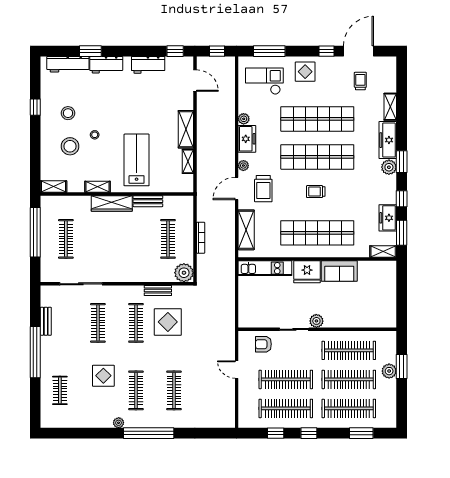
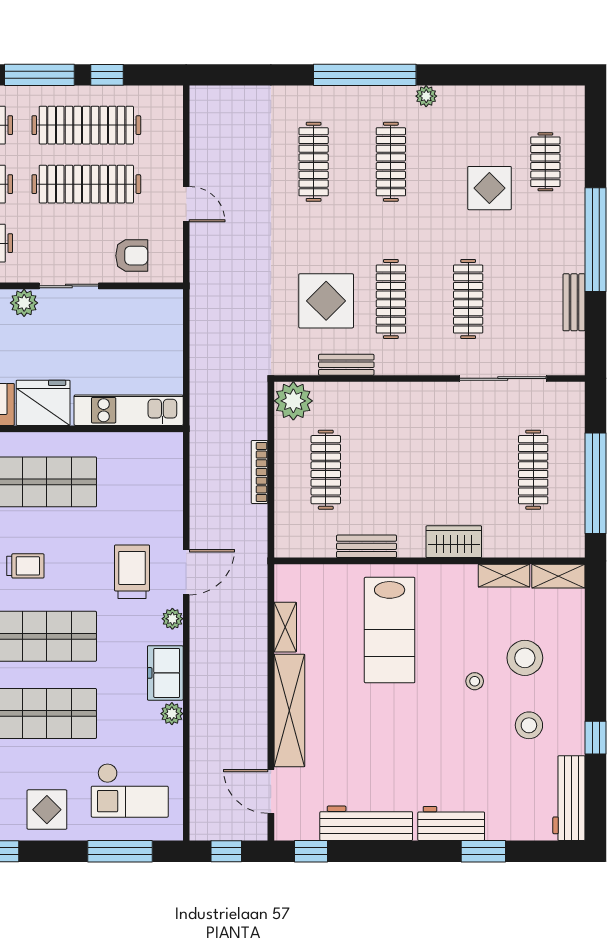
workbench: (68, 64) -> (569, 798), moved, turned -90
workbench: (148, 65) -> (366, 823), width x1.38
shelving: (186, 129) -> (289, 710), width x1.47
shelving: (98, 187) -> (504, 576), moved
wardrobe: (112, 203) -> (454, 542), width x0.67
shelving: (246, 230) -> (167, 488), removed
display table: (103, 376) -> (489, 188), moved
window: (309, 433) -> (39, 75), width x2.17

